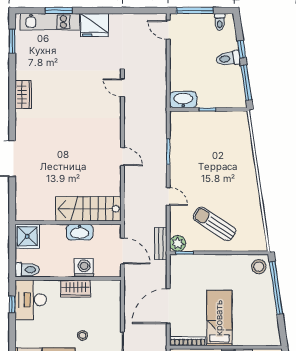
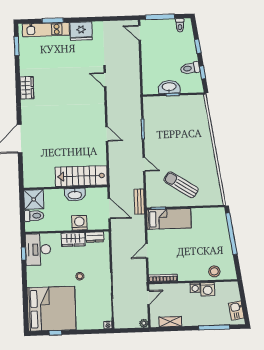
toilet: (228, 58) -> (190, 68), moved
window: (246, 83) -> (203, 72), width x0.46
washbasin: (183, 100) -> (169, 87), moved
plant: (178, 243) -> (153, 201), removed
stool: (259, 267) -> (214, 271), moved
toilet: (27, 270) -> (34, 216), moved
dresser: (103, 286) -> (95, 237), added
door: (168, 306) -> (147, 251), width x0.53
bed: (219, 318) -> (169, 219), moved, turned 90

